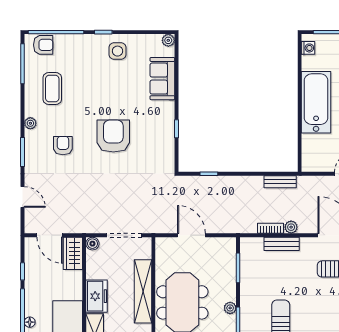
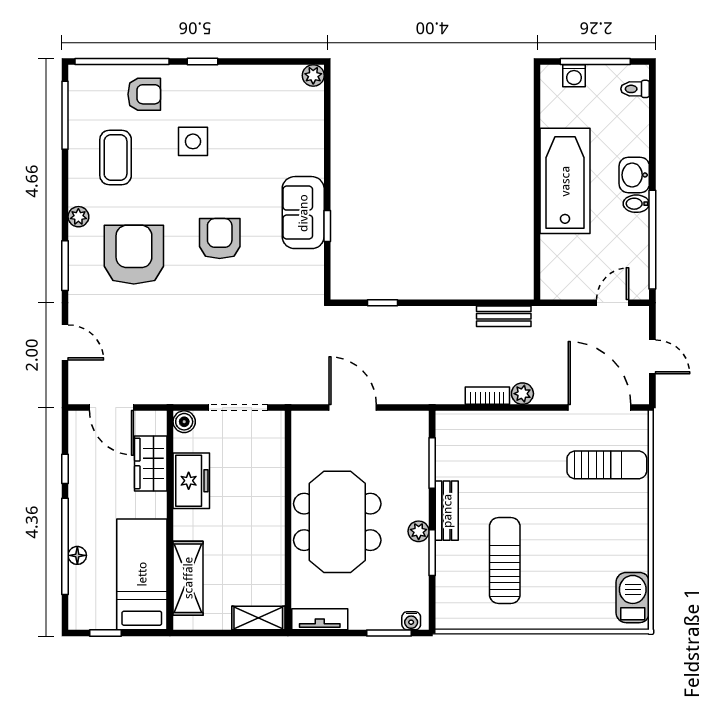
armchair: (43, 45) -> (144, 94), moved
washing machine: (308, 48) -> (574, 76), moved, turned 90
side table: (118, 51) -> (193, 141), moved
sofa: (162, 79) -> (303, 213), moved
armchair: (113, 136) -> (220, 239), width x0.73, depth x0.73
armchair: (63, 146) -> (134, 255), width x1.88, depth x1.88
bench: (282, 244) -> (447, 511), moved, turned 90
wardrobe: (73, 253) -> (151, 463), moved
shelving: (143, 291) -> (270, 503), removed
freezer: (97, 296) -> (191, 481), moved

